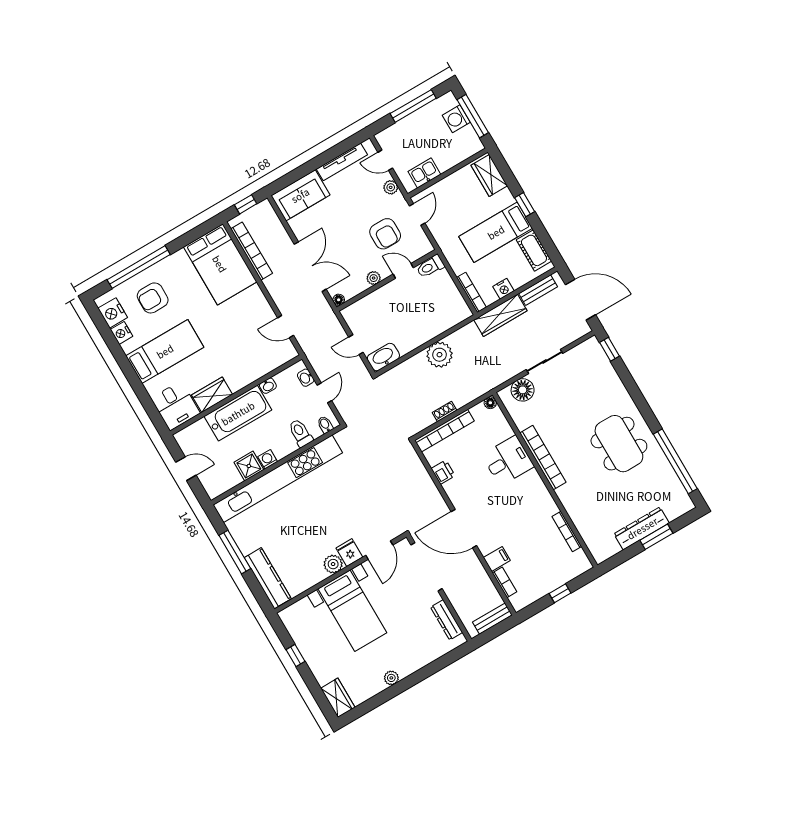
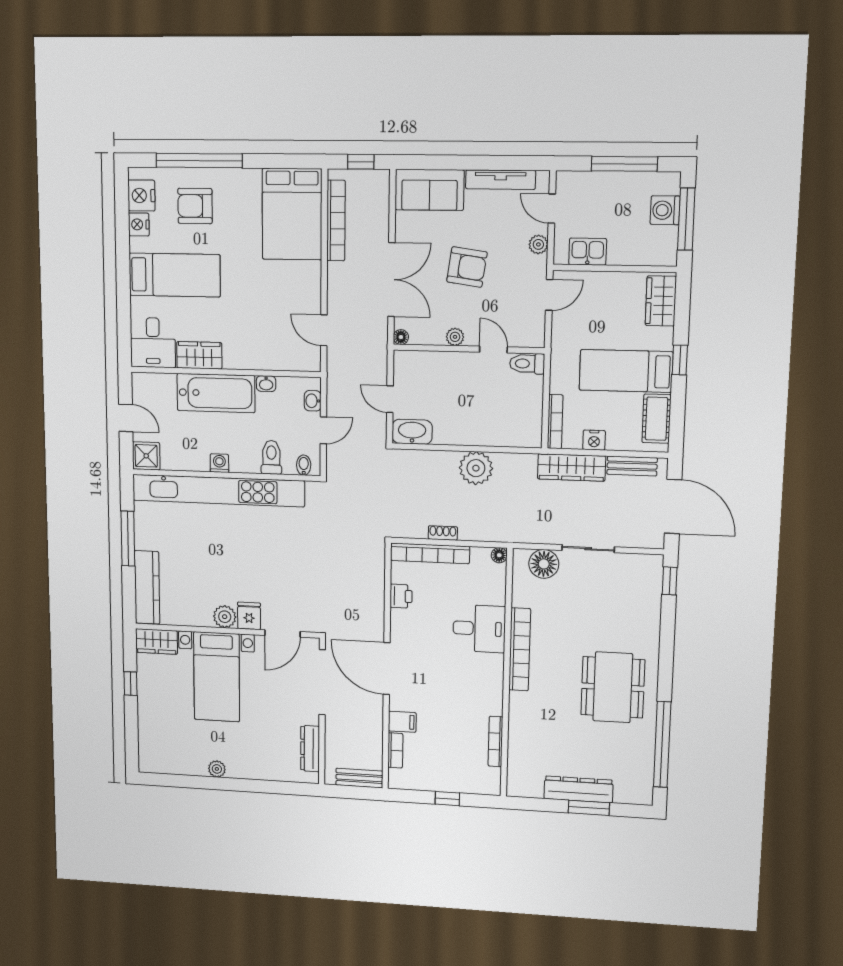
armchair: (385, 234) -> (467, 267), moved, turned -82
shower: (249, 466) -> (146, 456), moved
wardrobe: (338, 698) -> (157, 641), moved, turned 90

